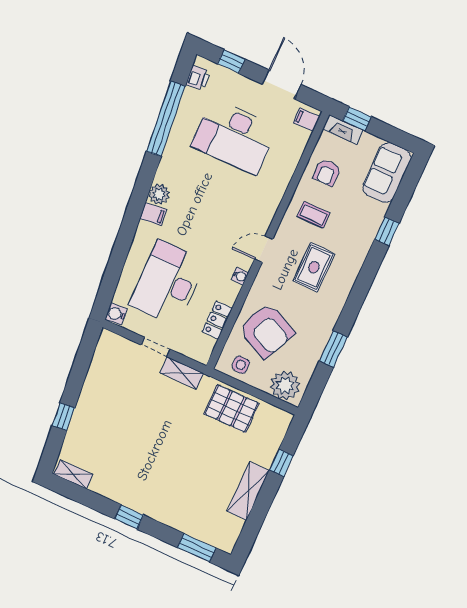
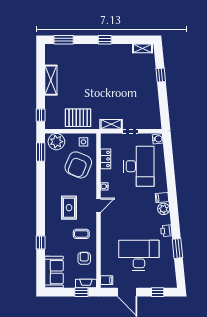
printer: (198, 78) -> (166, 231), moved
window: (166, 119) -> (177, 248), width x0.47
armchair: (266, 331) -> (78, 165), turned -92
window: (333, 349) -> (41, 152), moved
window: (281, 463) -> (41, 115), moved

